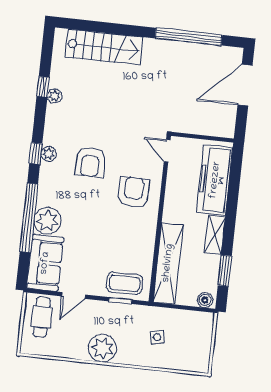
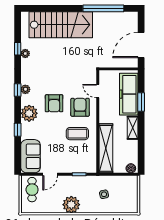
stairs: (104, 47) -> (61, 25), width x1.36, depth x1.51
door: (245, 85) -> (141, 45), moved
door: (167, 151) -> (98, 91), moved
armchair: (90, 162) -> (54, 103), moved
window: (29, 218) -> (18, 130), width x0.32
plant: (47, 221) -> (29, 113), moved
window: (225, 271) -> (141, 102), moved
coffee table: (124, 283) -> (77, 134), moved

